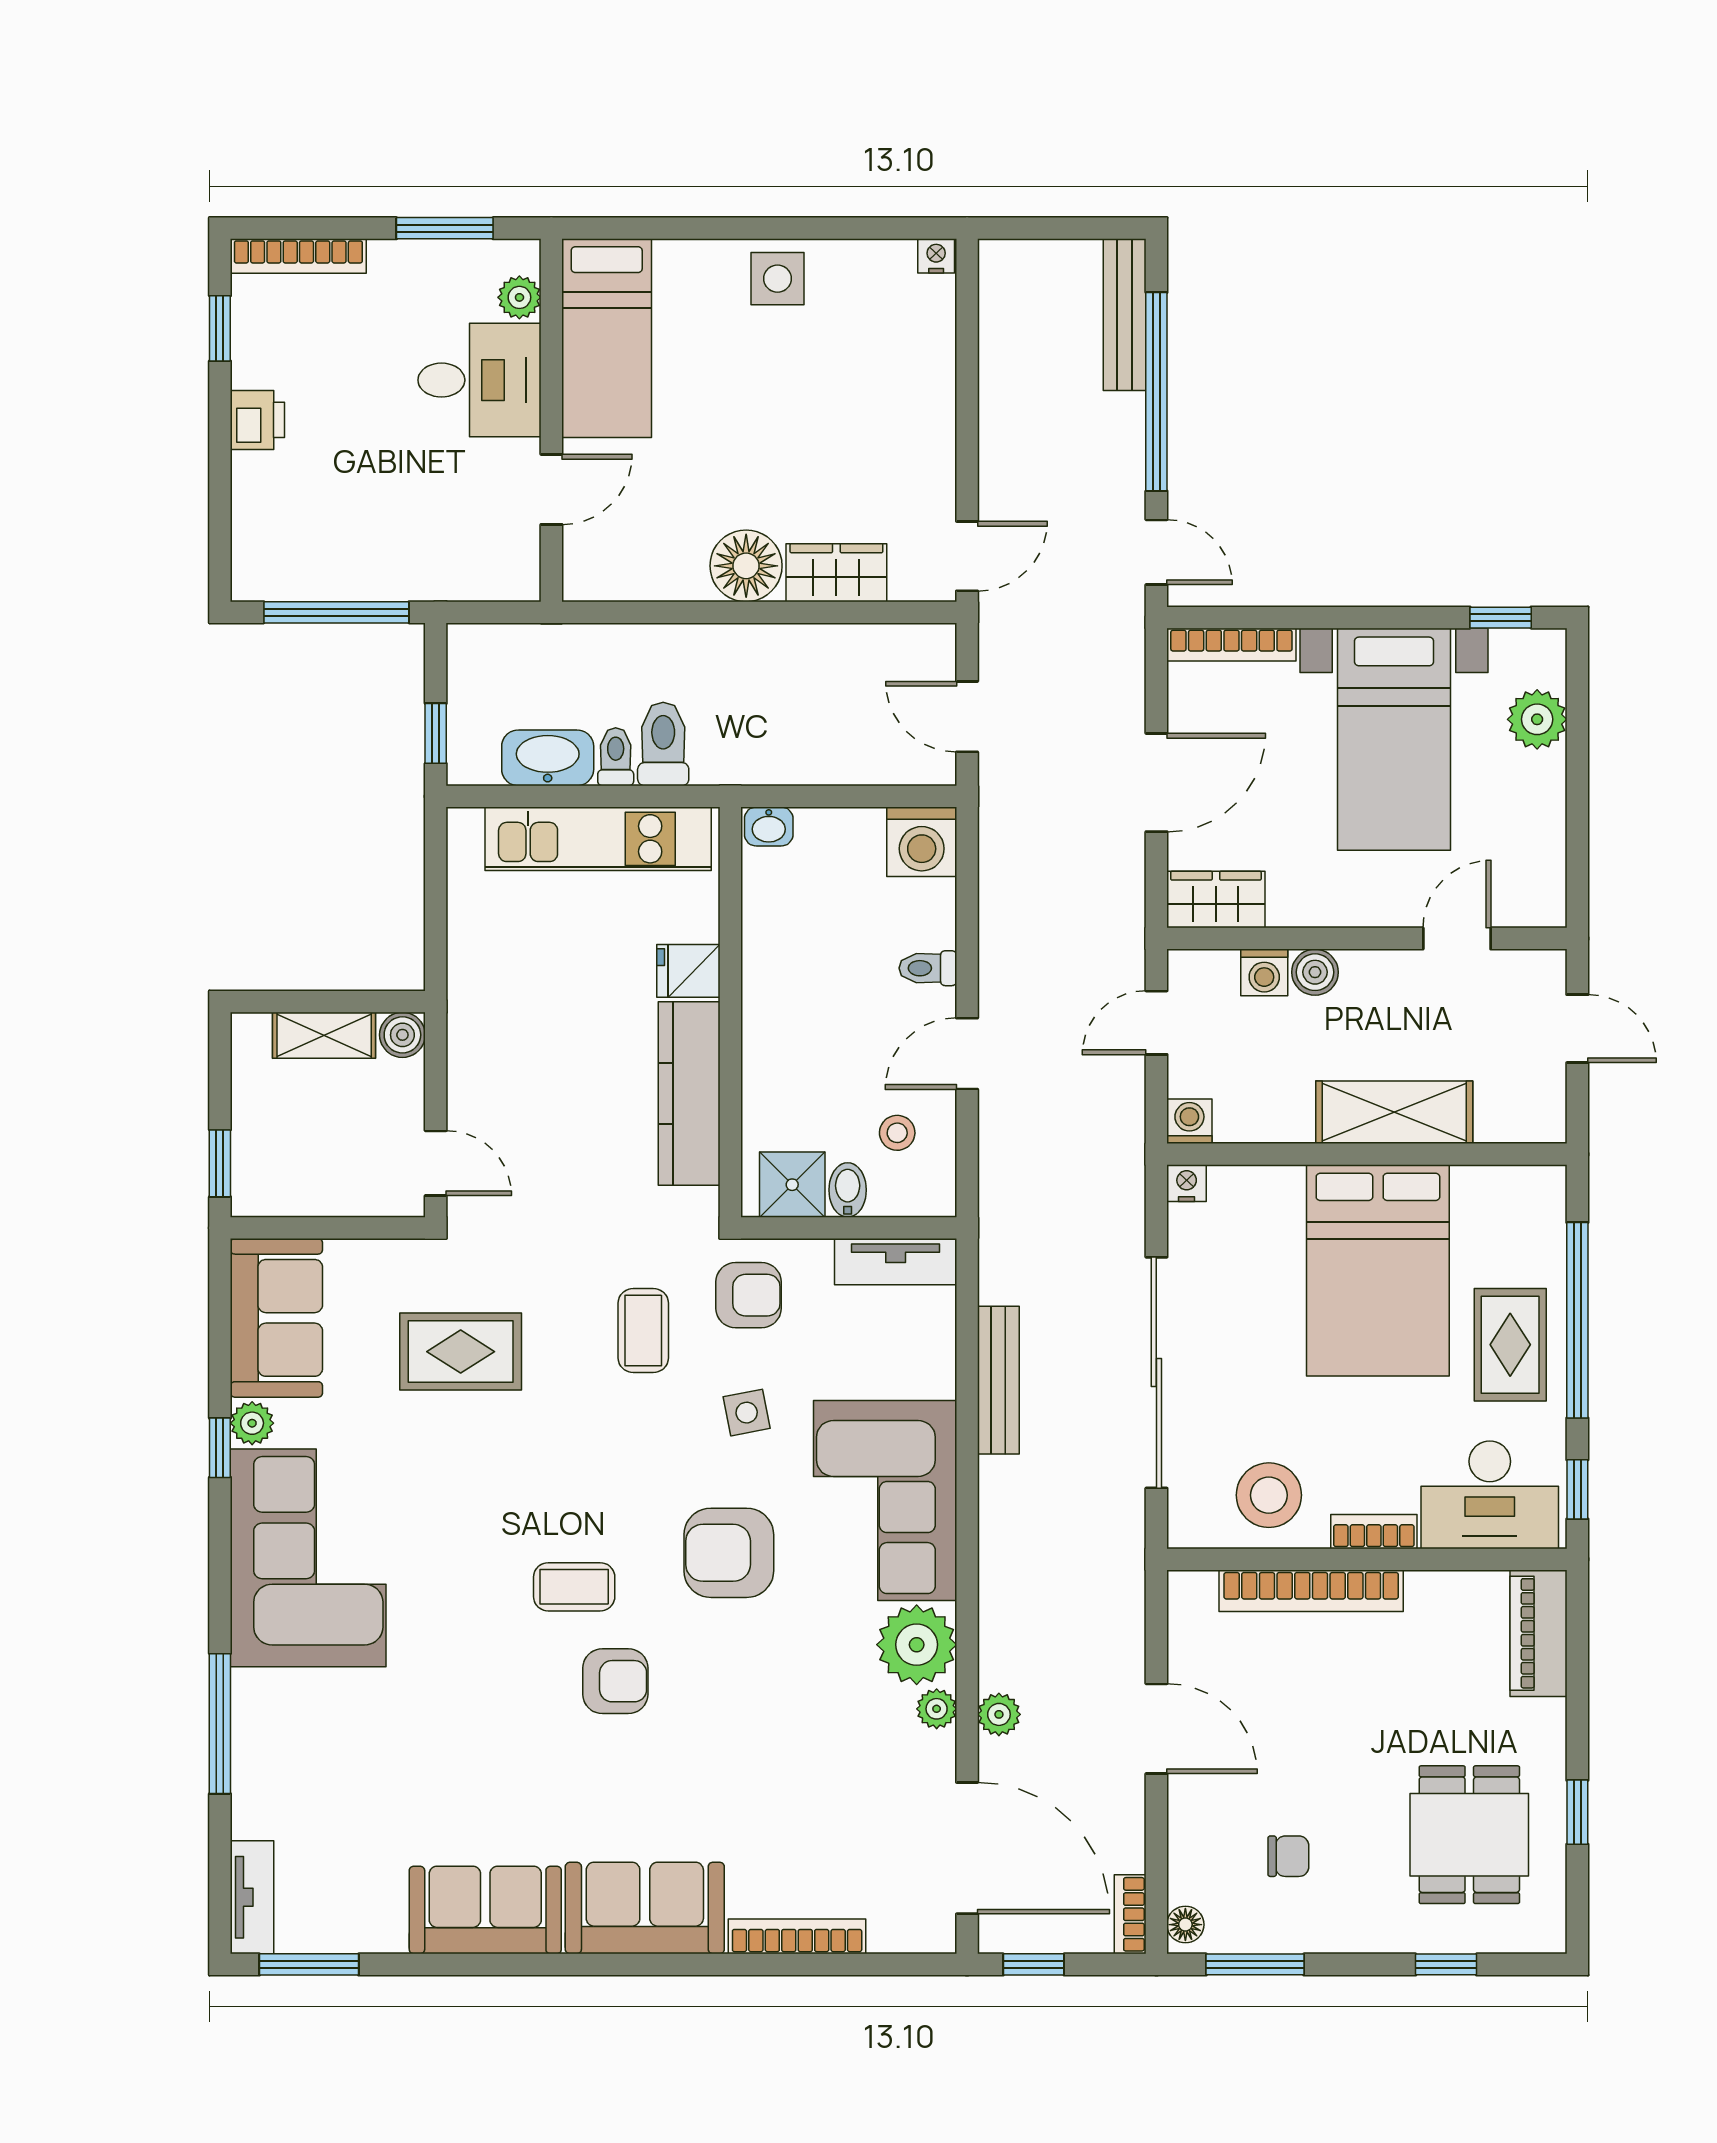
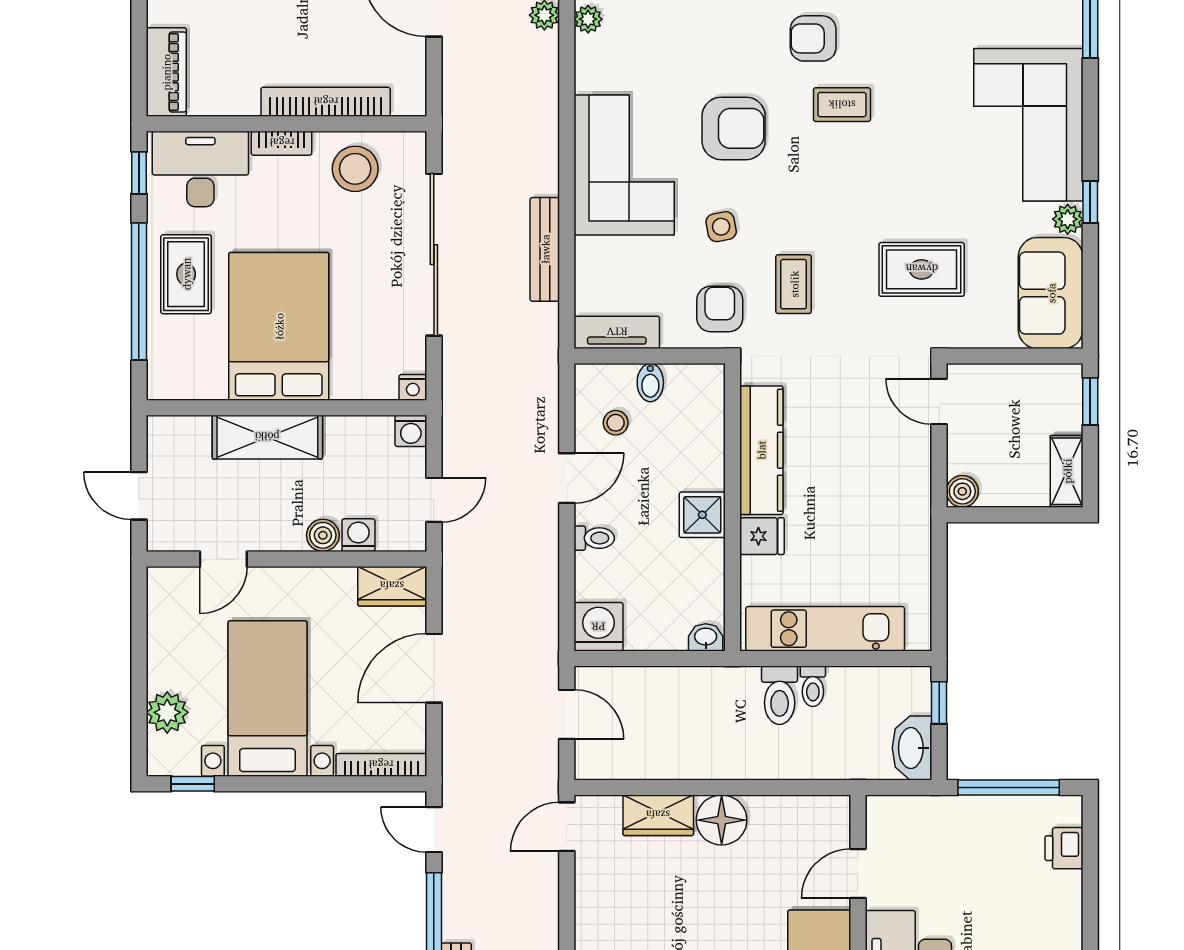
printer: (257, 420) -> (1064, 848), moved
washbasin: (548, 758) -> (912, 748), moved, turned 90
shelving: (324, 1035) -> (1067, 471), moved, turned 90
shower: (792, 1185) -> (702, 515), moved
armchair: (749, 1295) -> (720, 309), turned 90
plant: (917, 1645) -> (602, 64), removed

